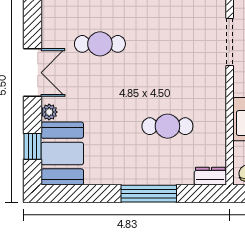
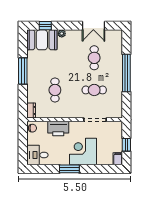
cafe table: (167, 44) -> (94, 90), added
double door: (32, 73) -> (93, 26), moved
window: (149, 194) -> (23, 71), moved

